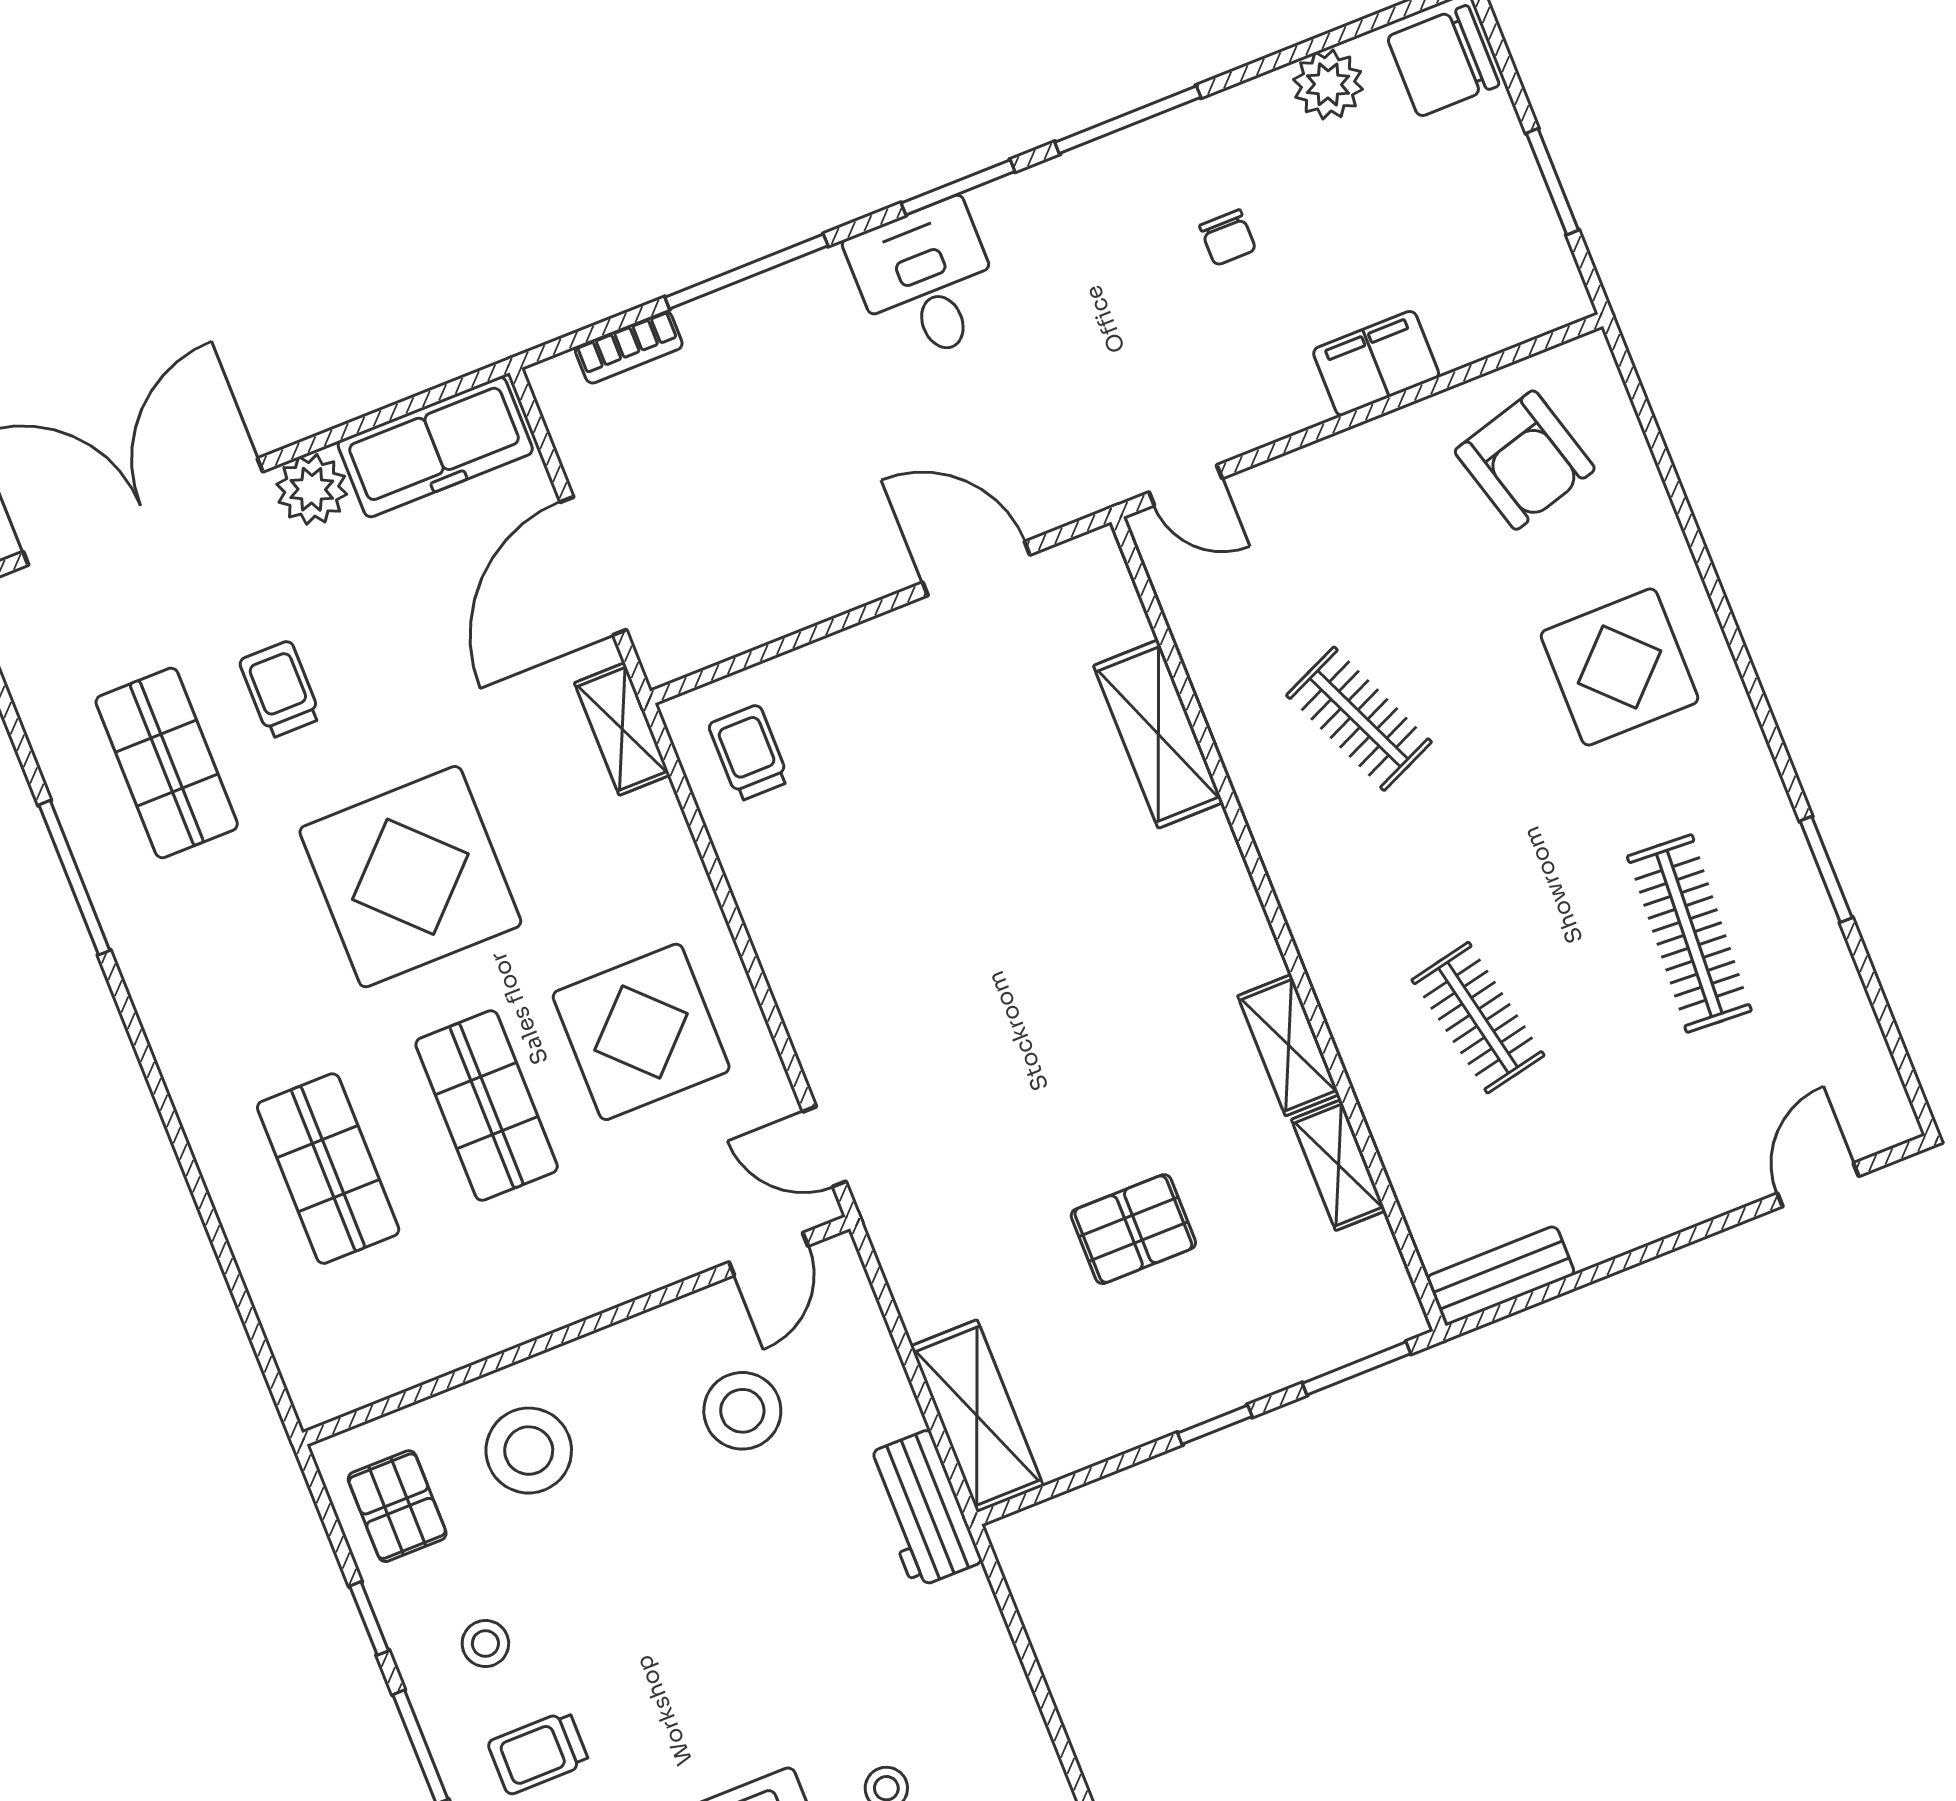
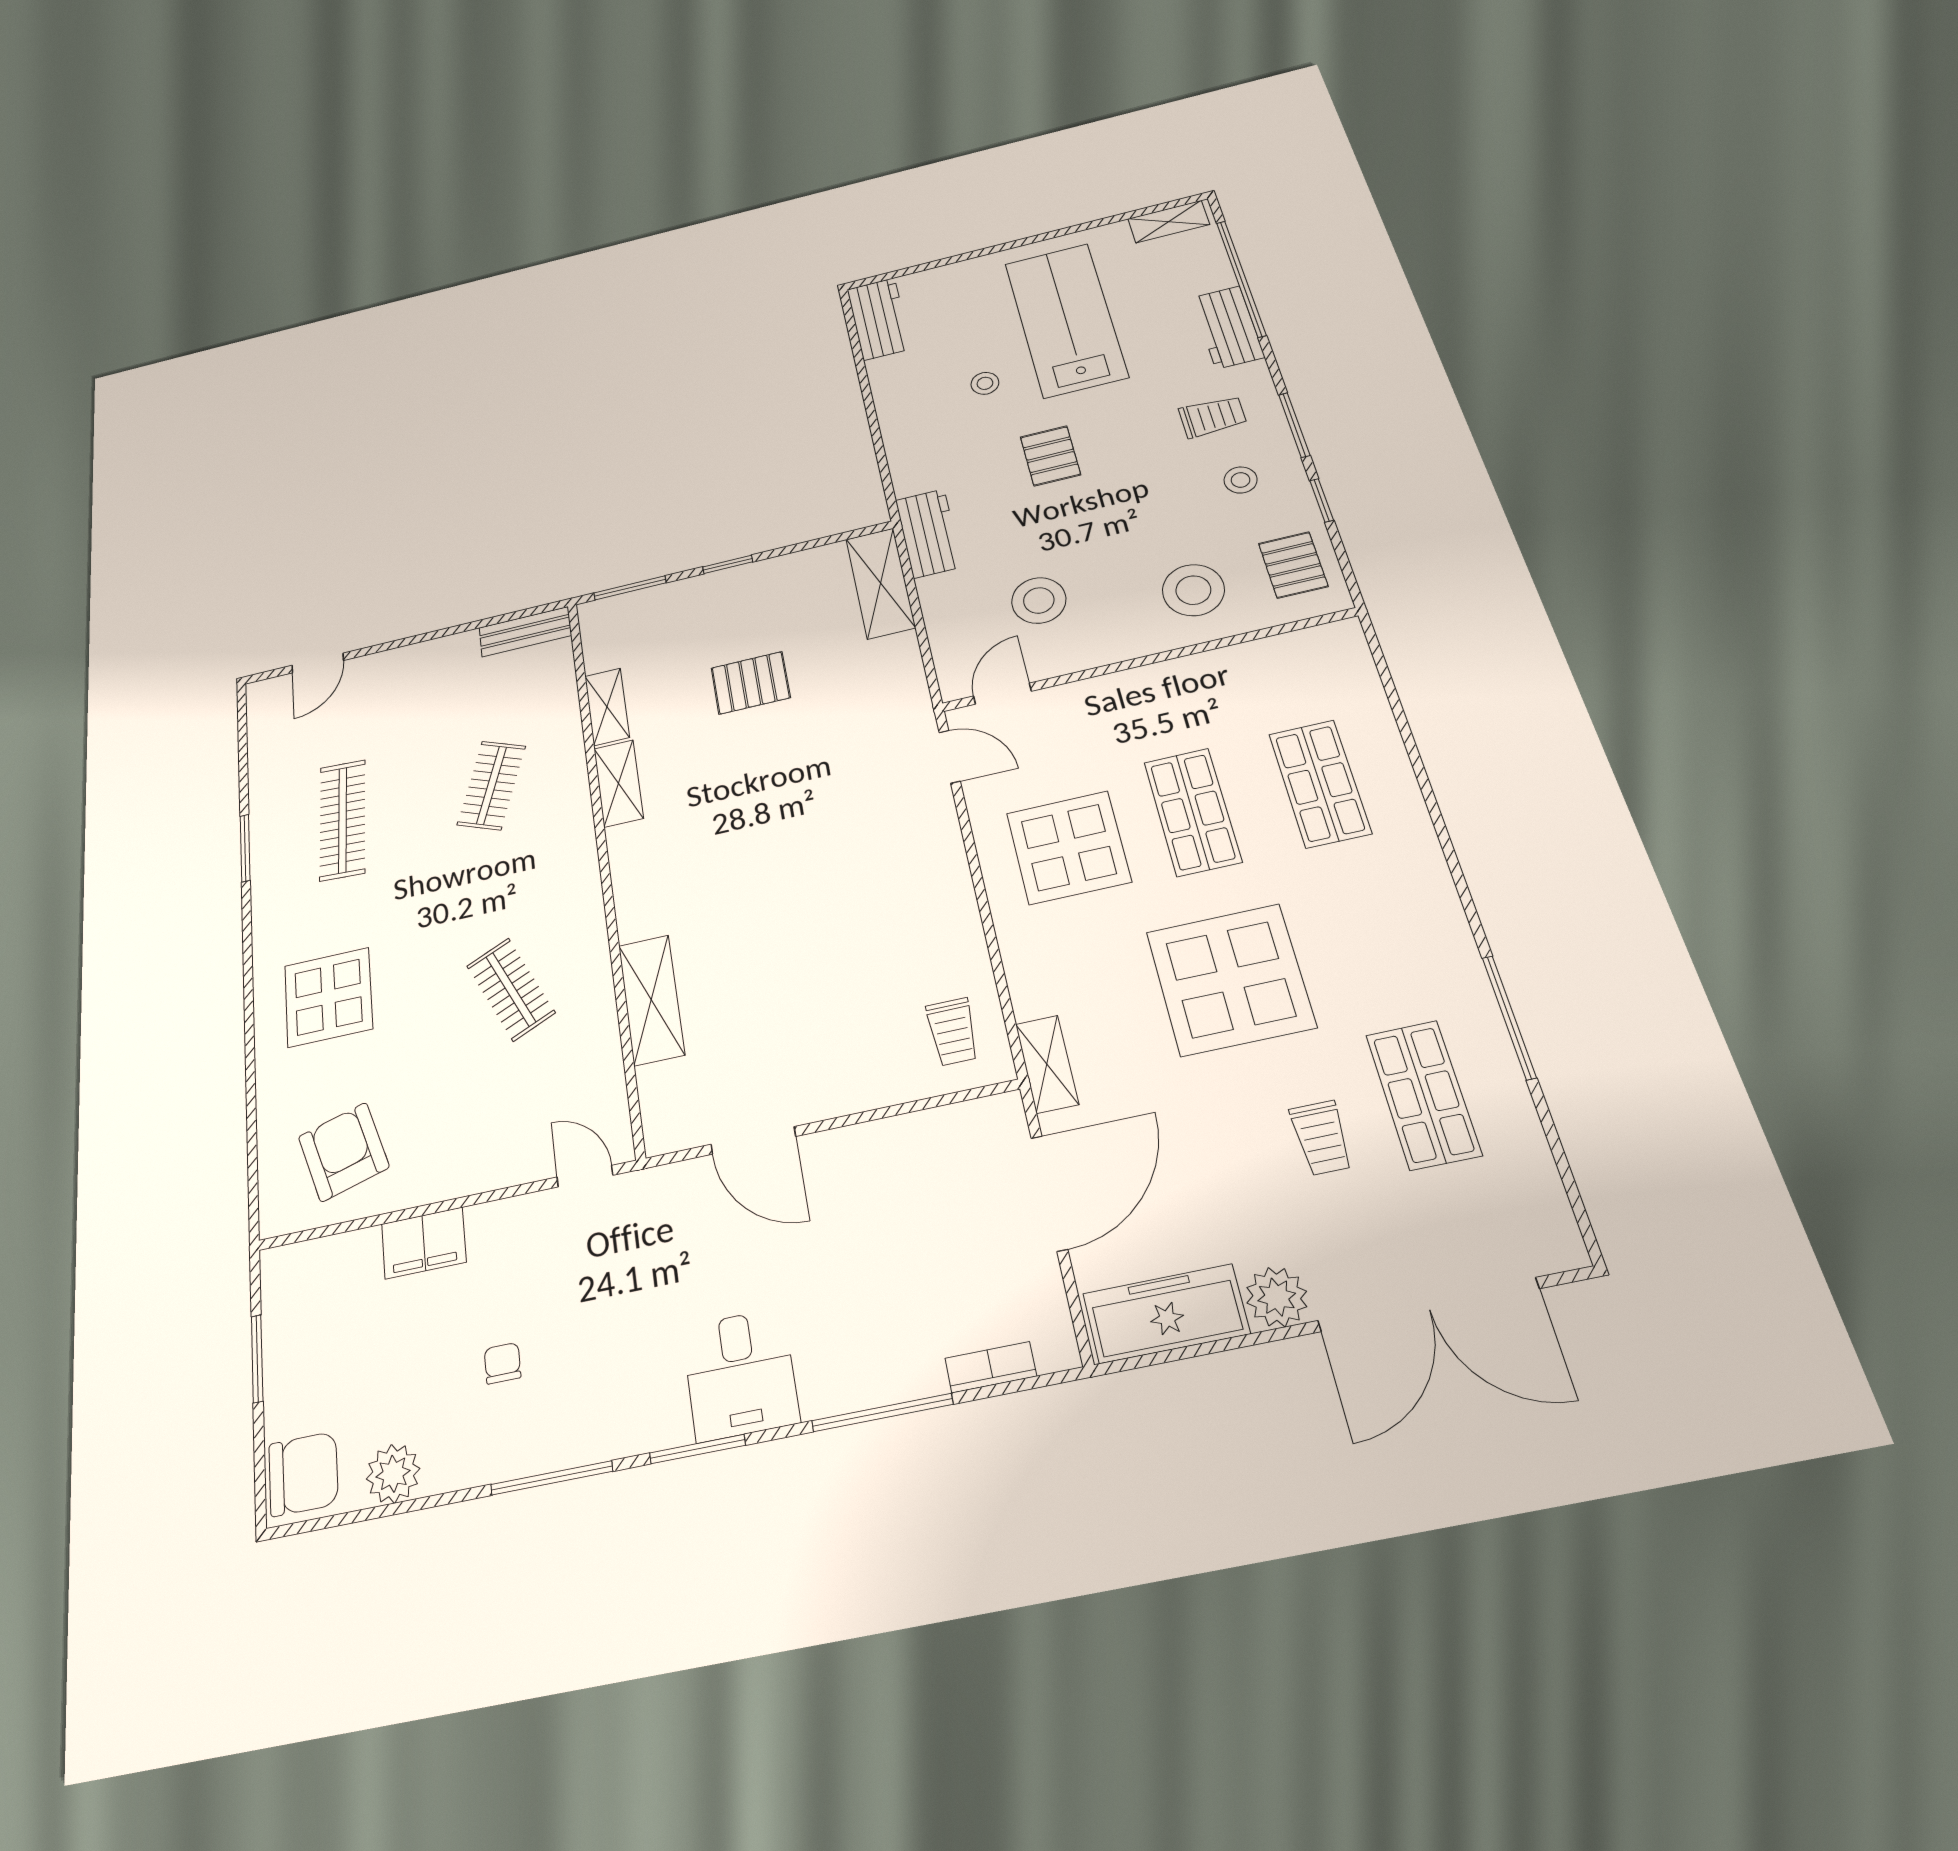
clothes rail: (1478, 1018) -> (491, 785), turned 33
pallet: (765, 1662) -> (1050, 456), added

